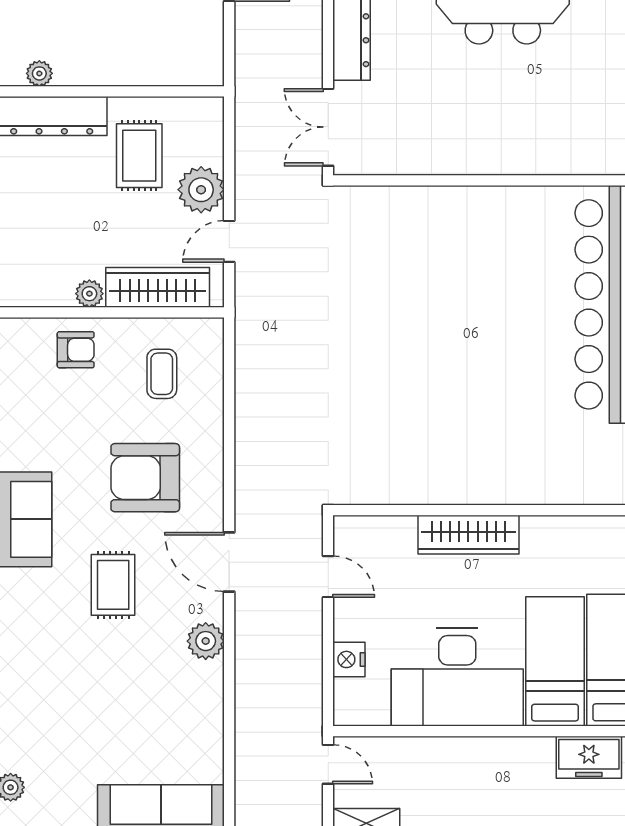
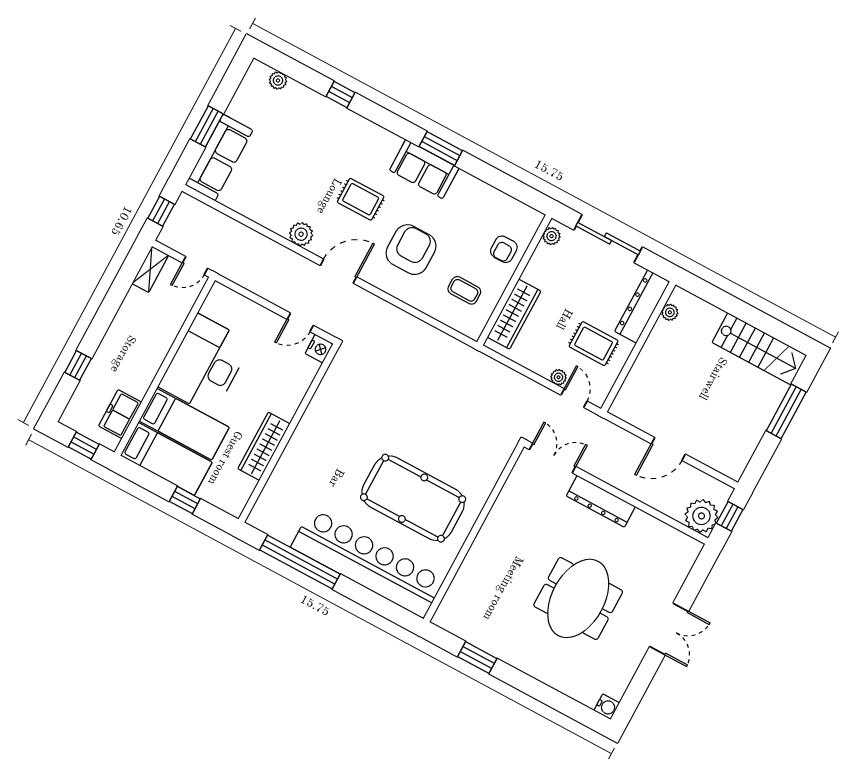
plant: (201, 190) -> (559, 377), width x0.53, depth x0.53
door: (229, 241) -> (574, 398), moved
pool table: (487, 290) -> (413, 498), added
plant: (89, 294) -> (551, 236), moved
wardrobe: (468, 535) -> (264, 446), moved
nightstand: (349, 659) -> (319, 349), moved, turned 90

